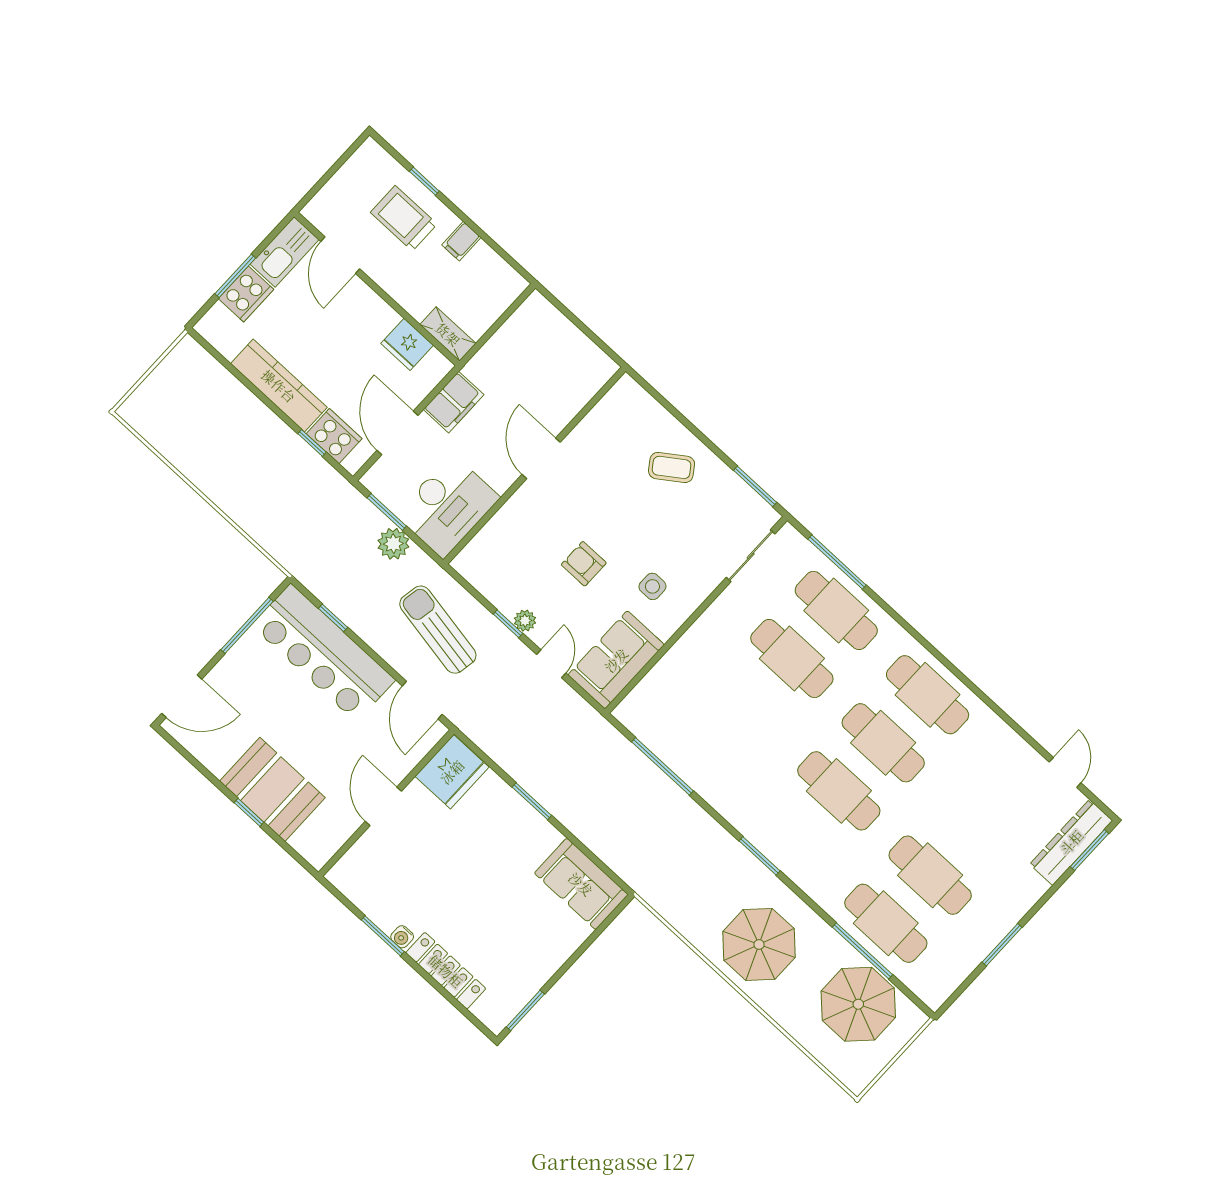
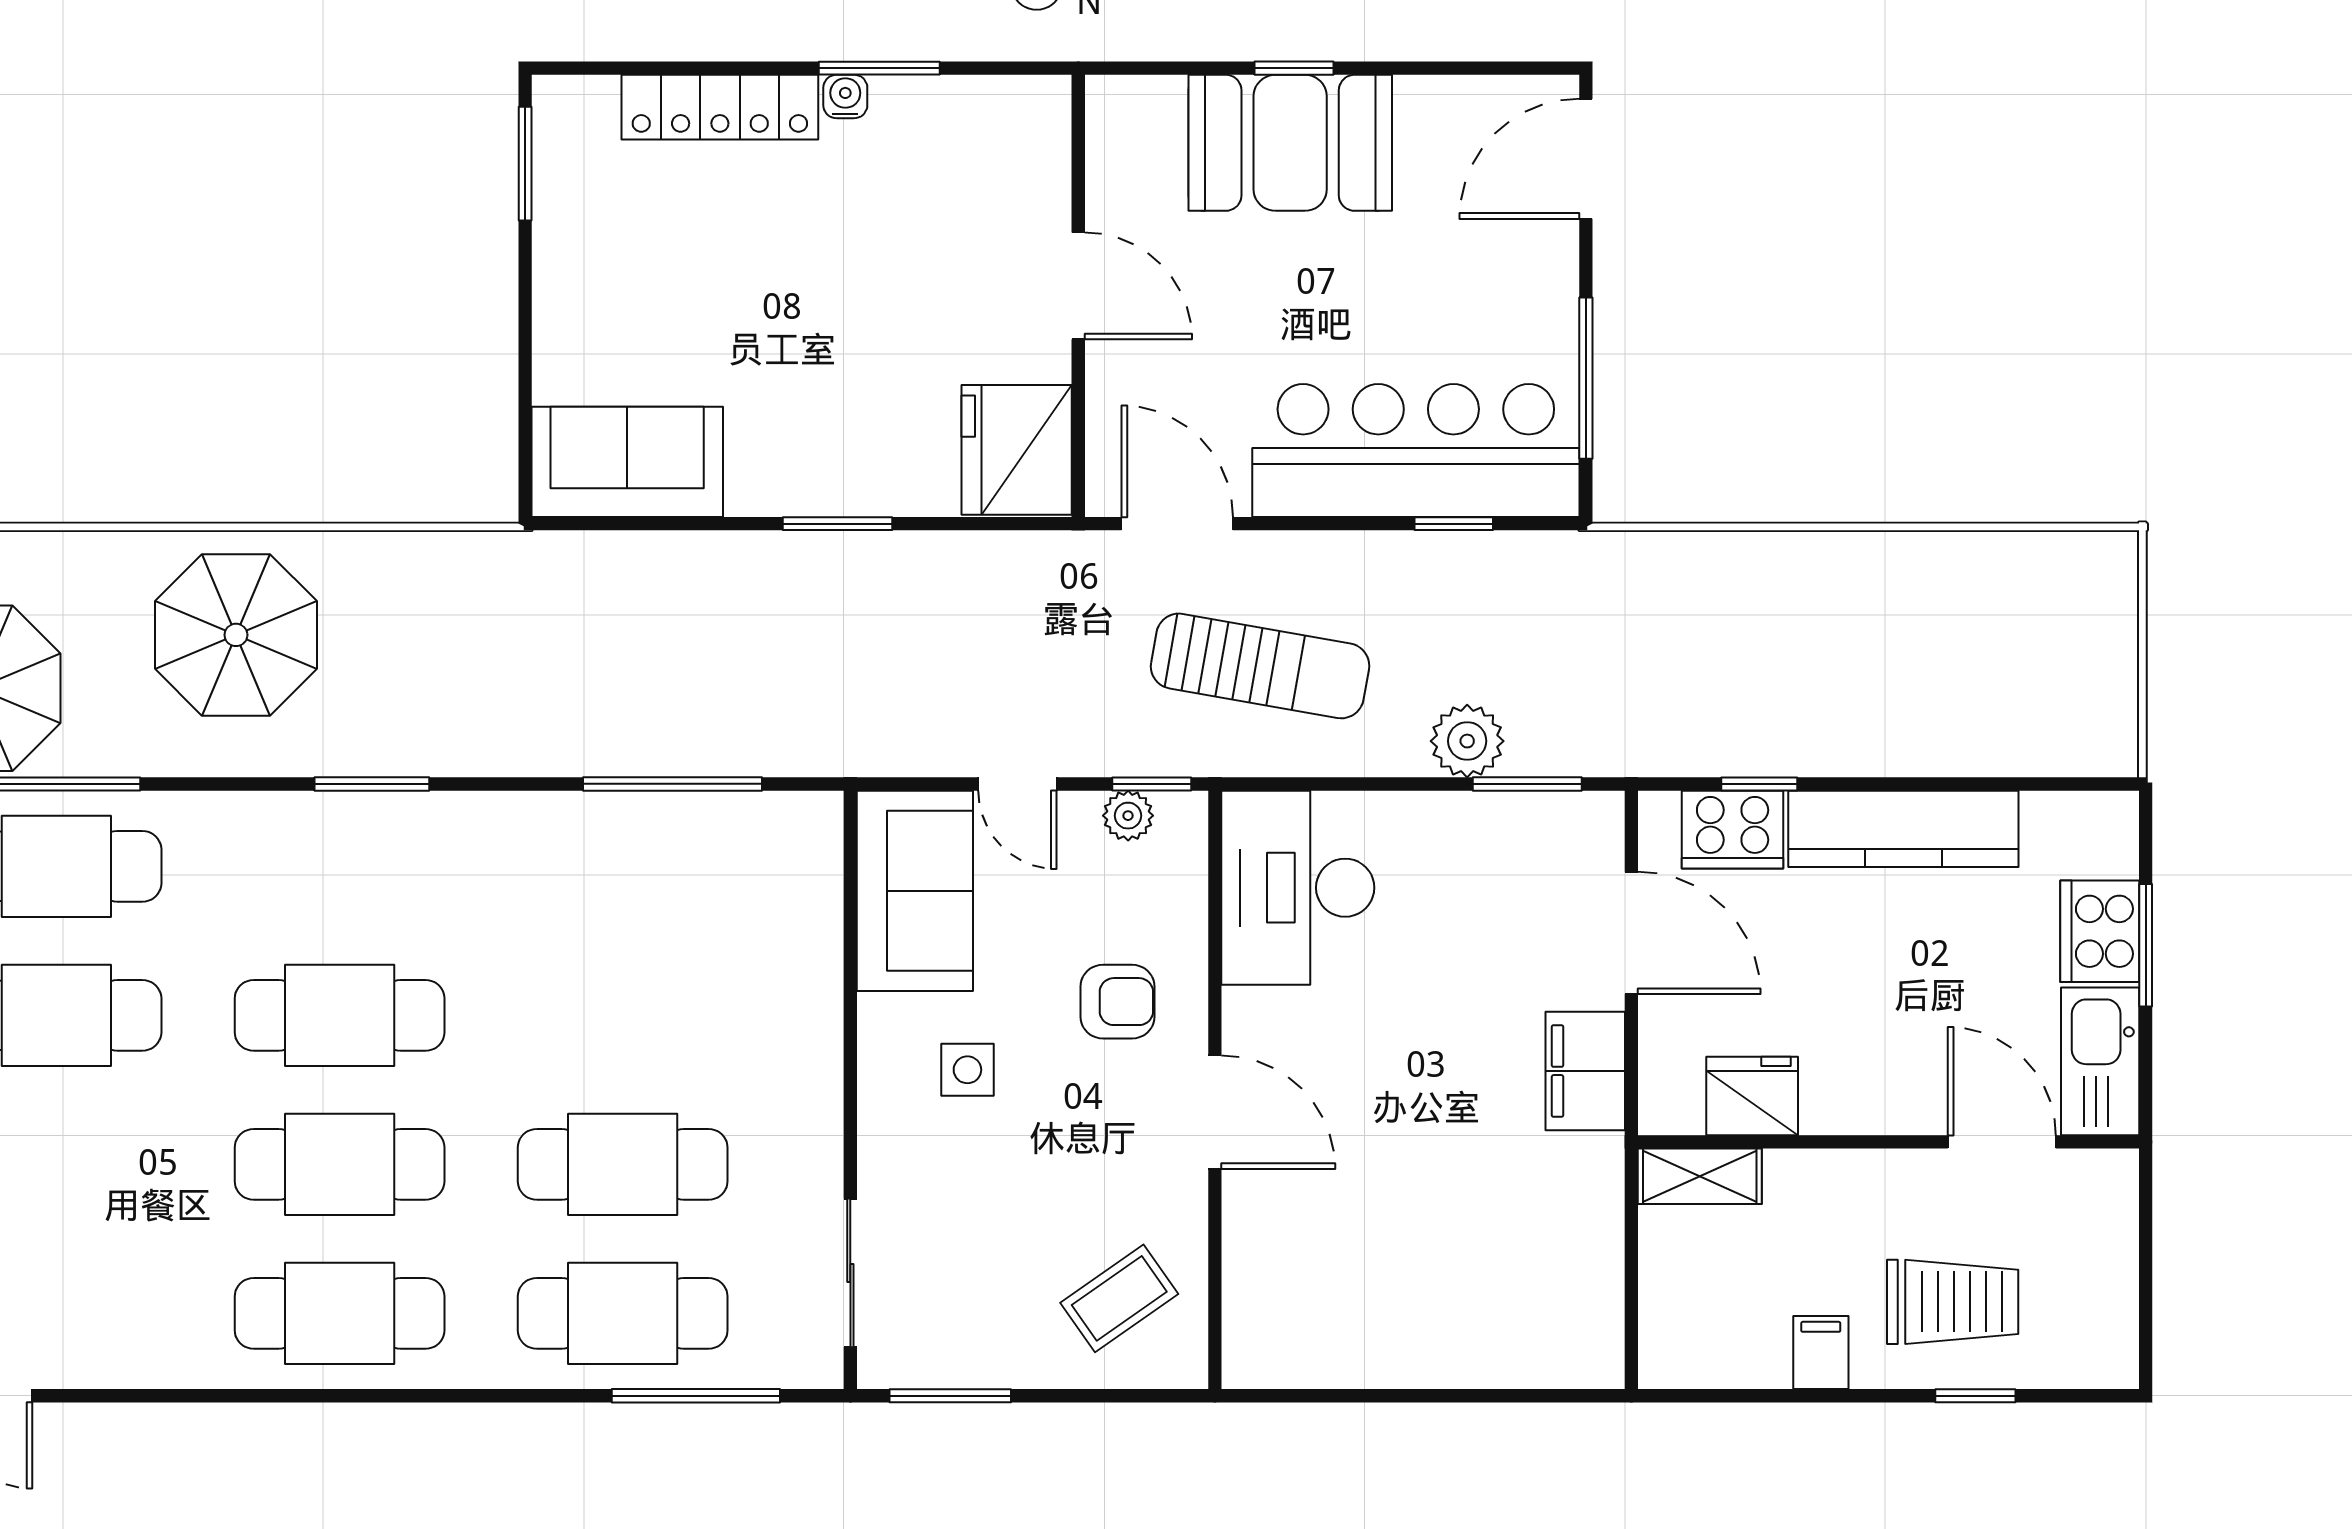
door: (541, 458) -> (1215, 1112), moved
wall: (535, 466) -> (1215, 1090), moved
desk: (448, 506) -> (1298, 888), moved

